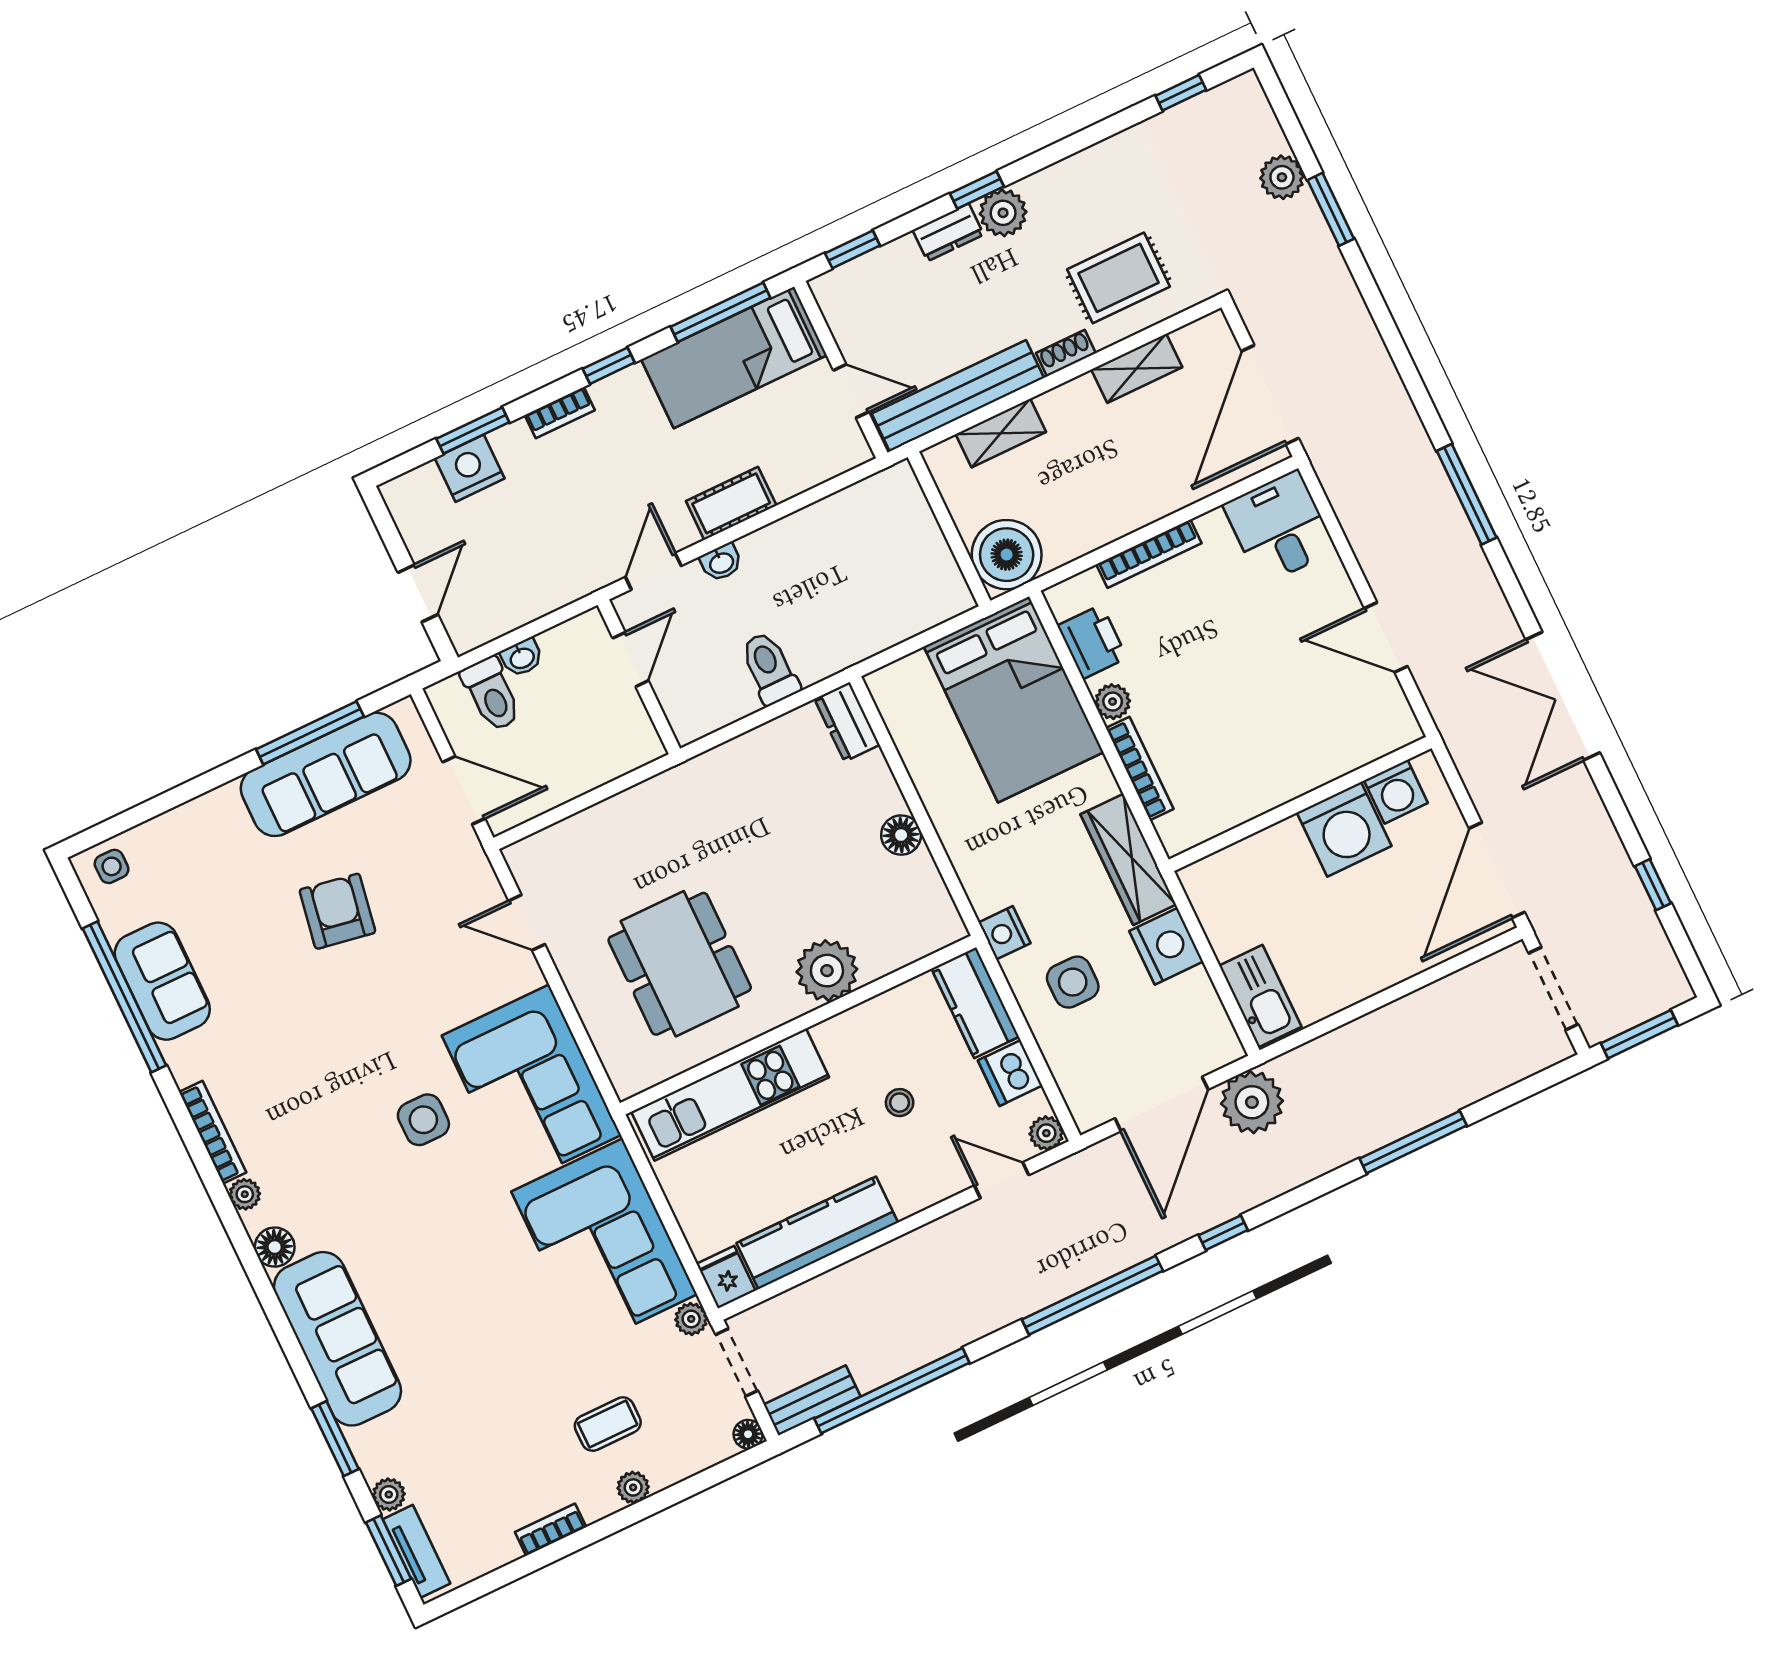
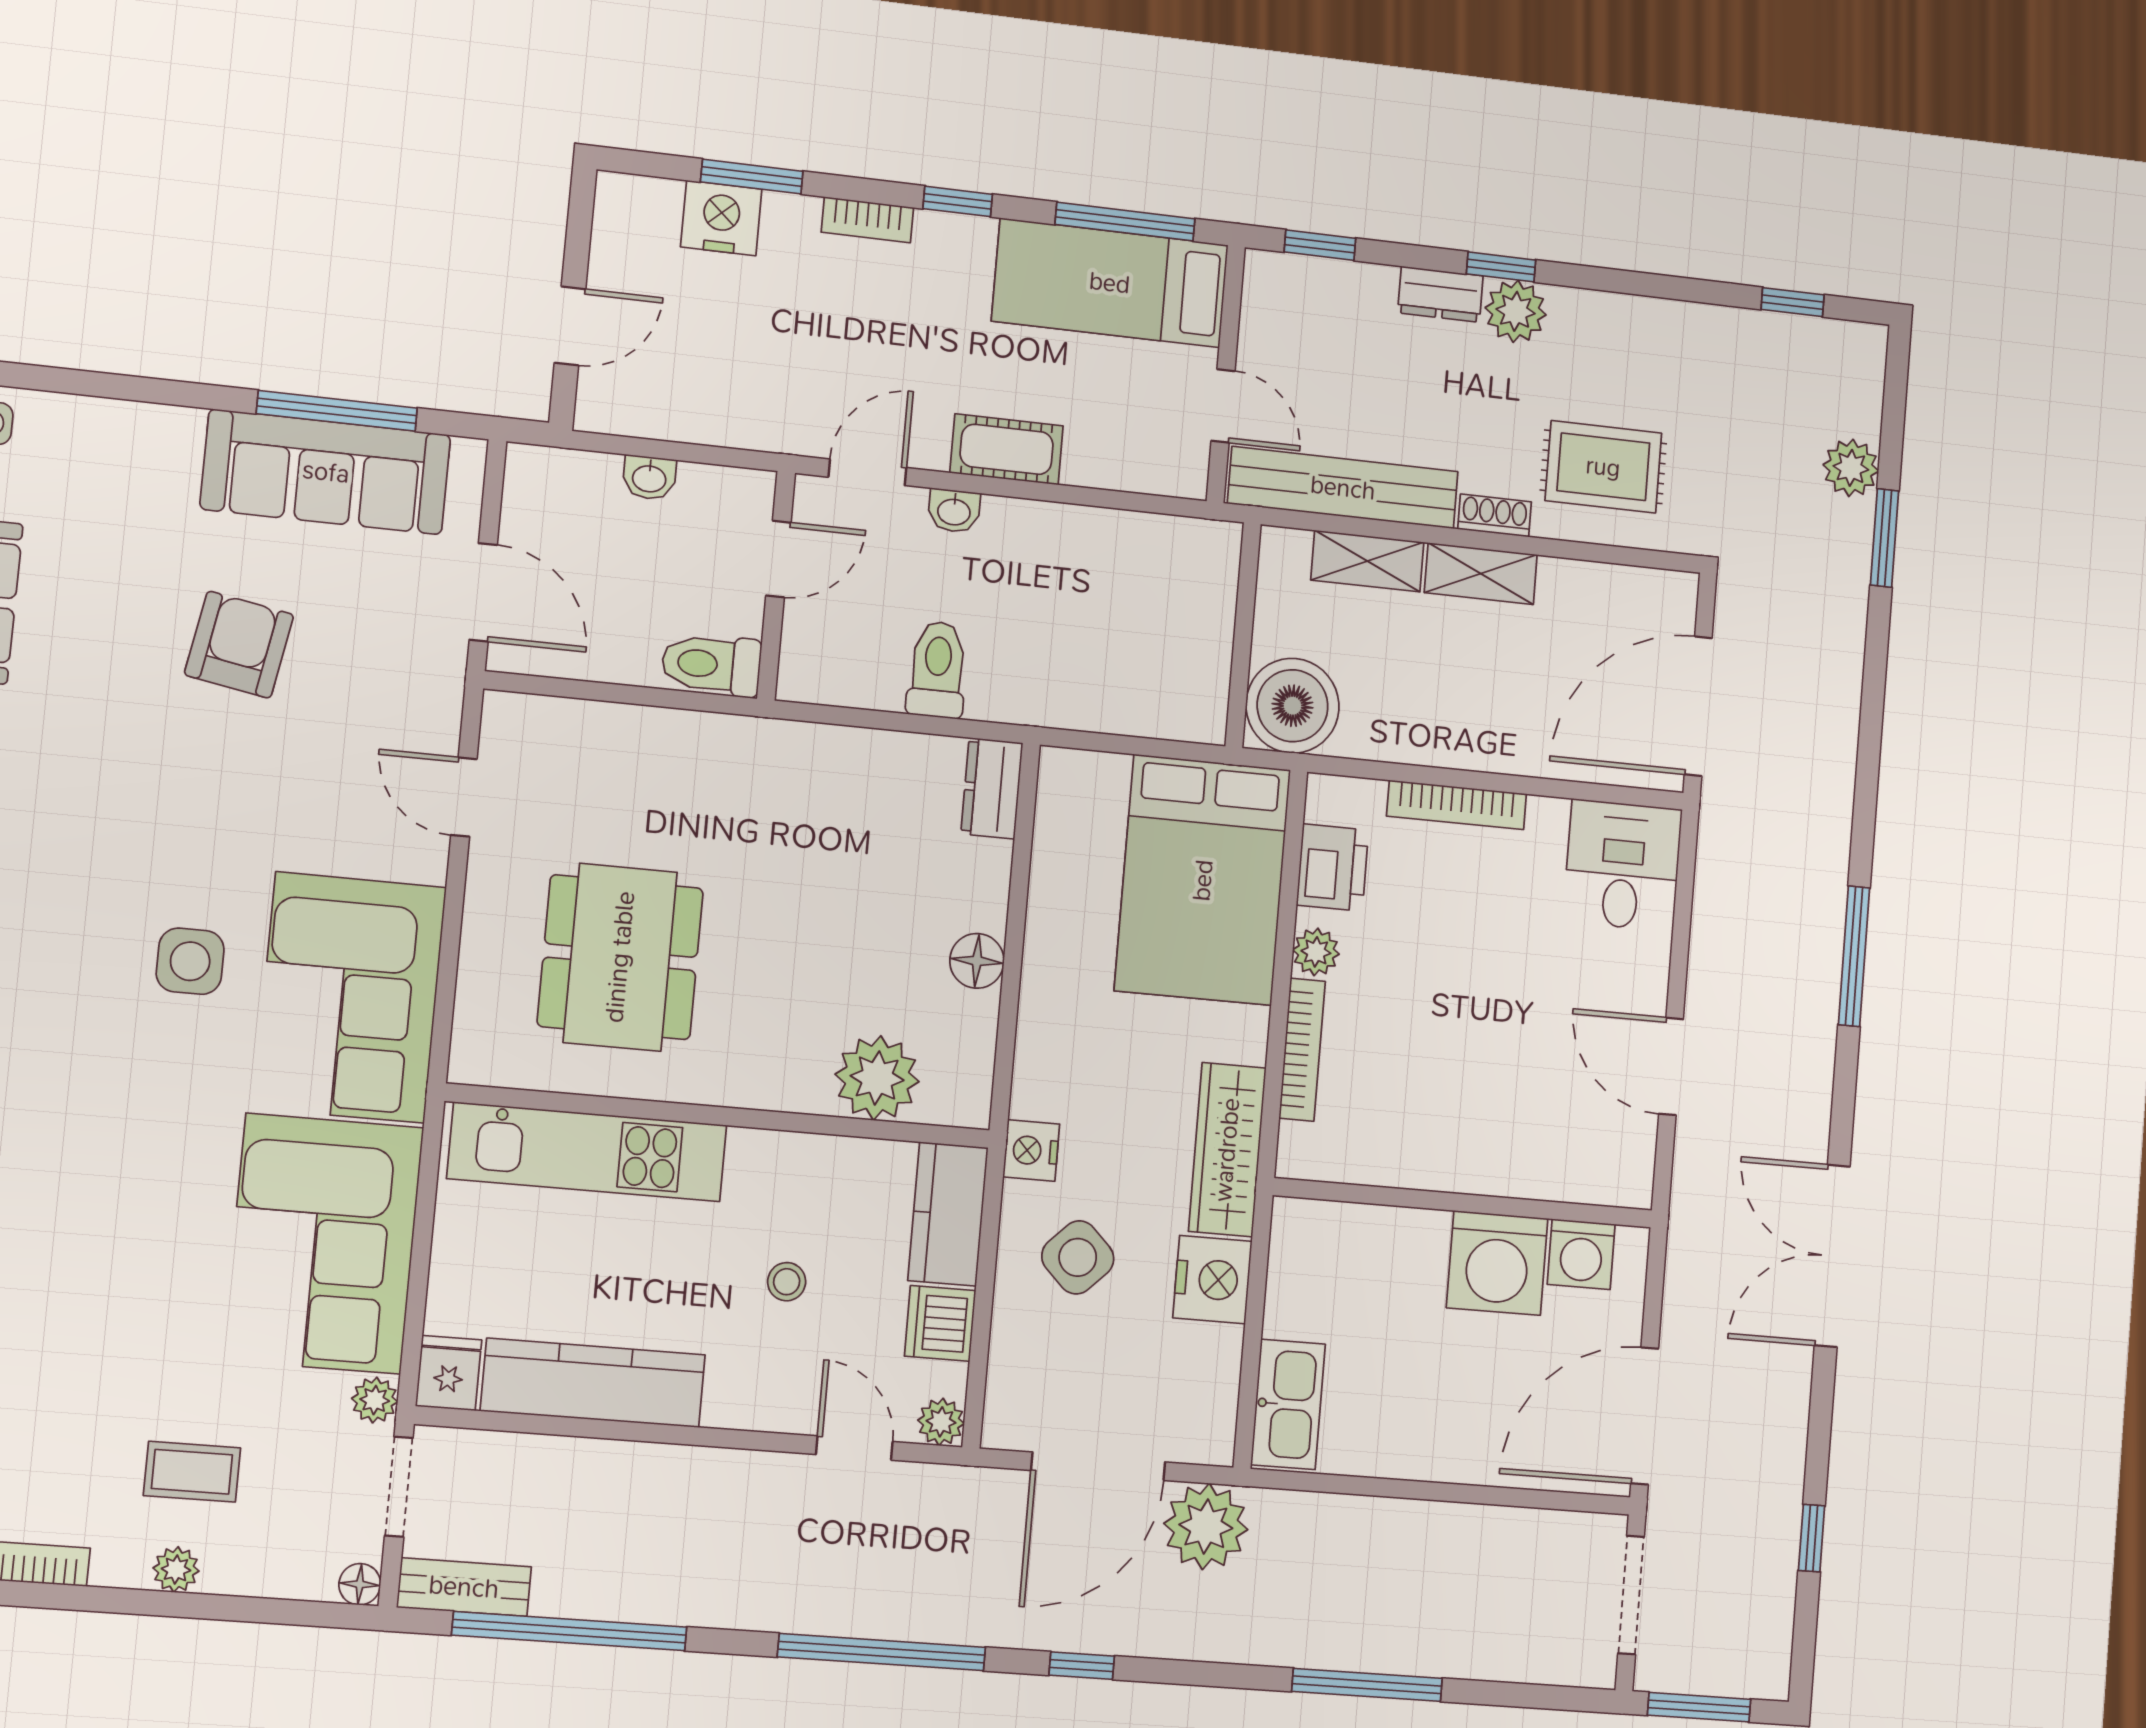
shelving: (1137, 368) -> (1481, 574), moved
toilet: (492, 694) -> (711, 664), moved, turned 90
plant: (827, 971) -> (877, 1078), moved
side table: (1073, 982) -> (1078, 1257), turned 45

